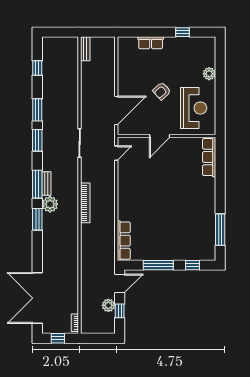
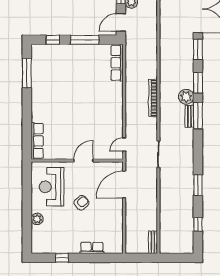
window: (37, 140) -> (198, 49), moved

